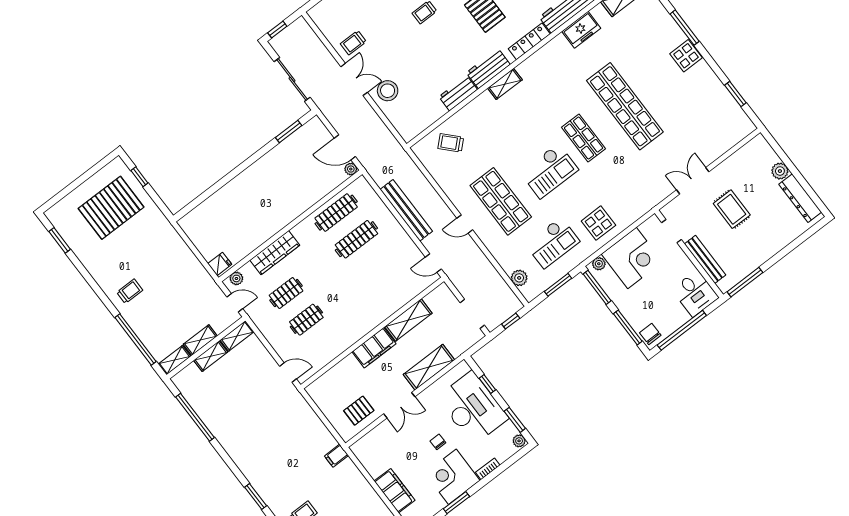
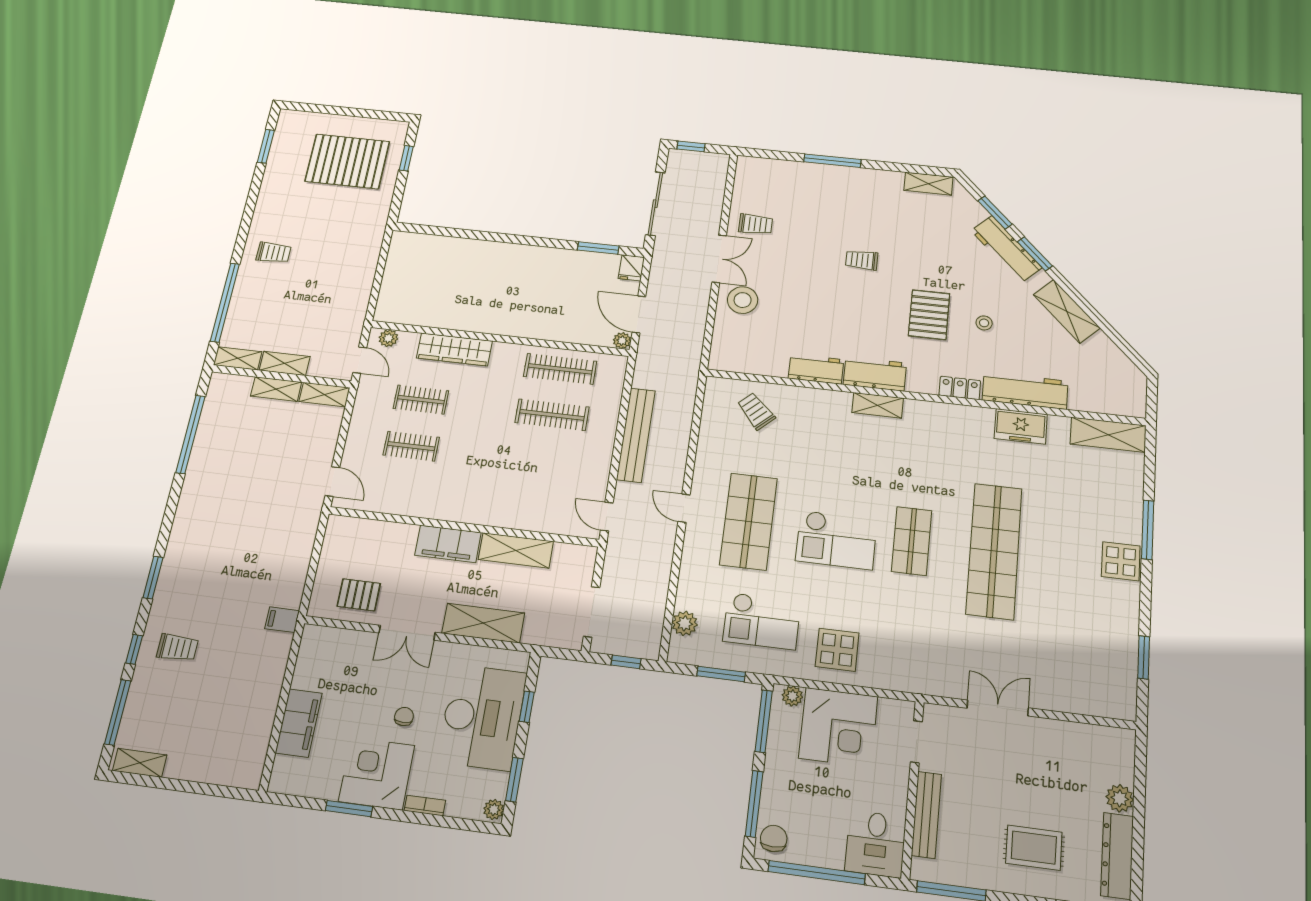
locker: (529, 41) -> (960, 388), width x0.66
trolley: (353, 43) -> (756, 224), turned 180
rug: (732, 209) -> (1034, 848), moved, turned 90
fridge: (220, 264) -> (631, 268), moved, turned 90

